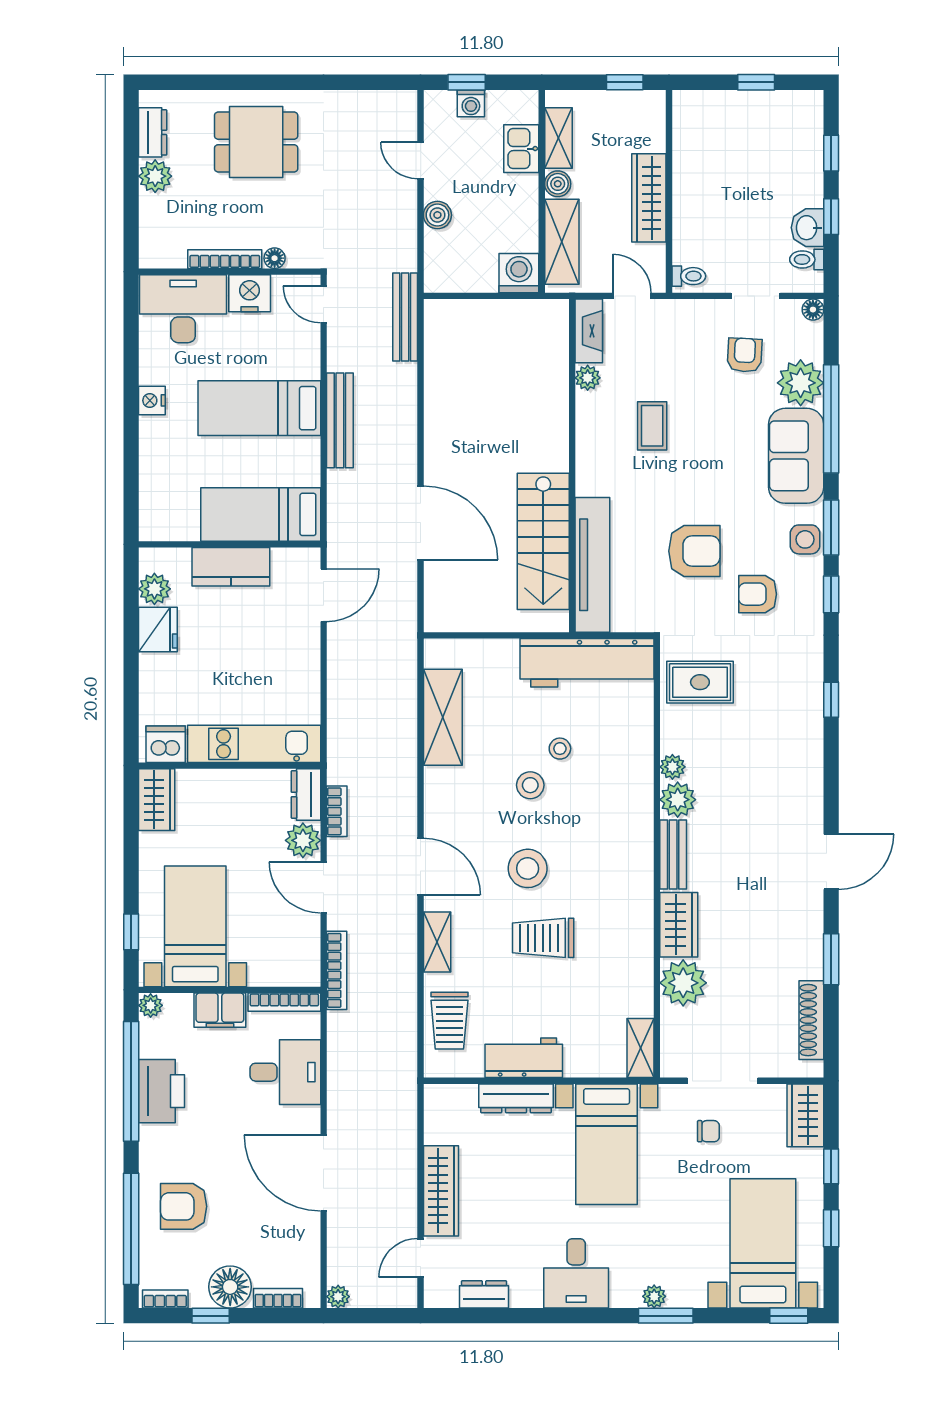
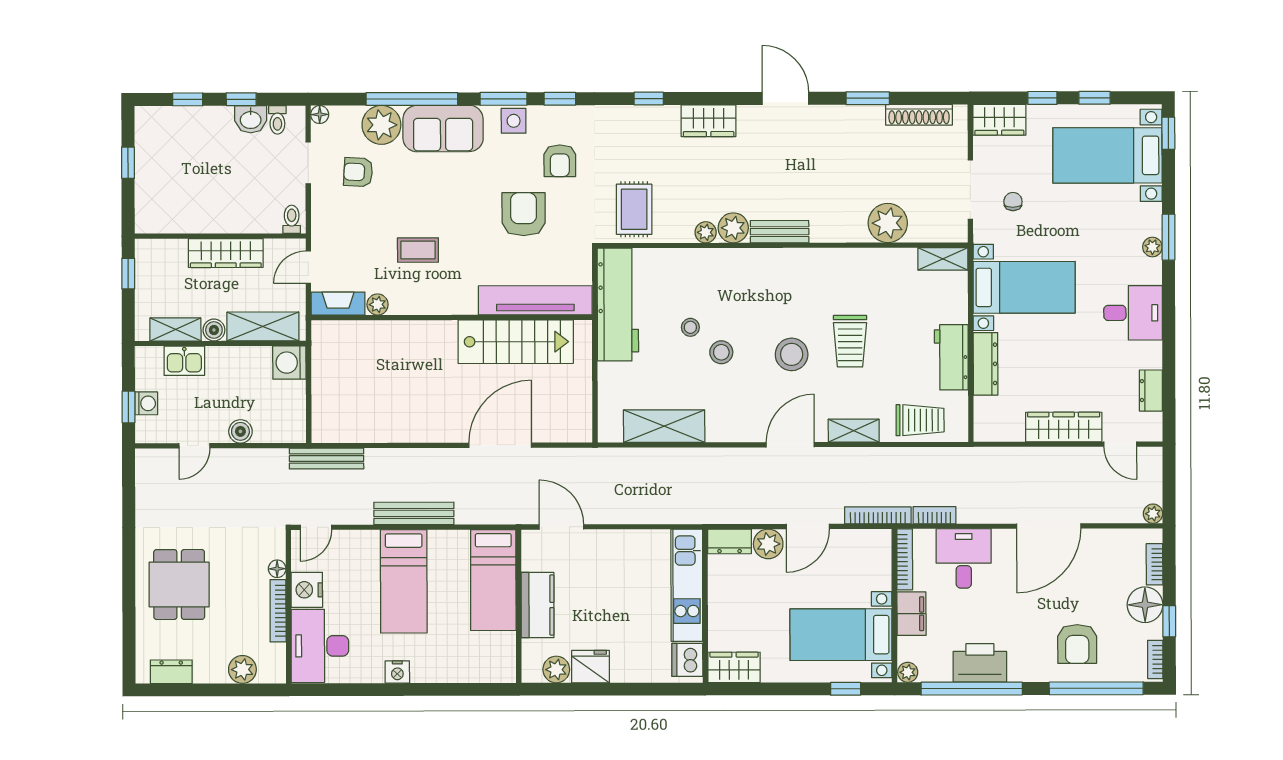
plant: (155, 176) -> (242, 669), moved
bookcase: (337, 811) -> (934, 515), moved
wardrobe: (679, 925) -> (709, 121), moved, turned 180

